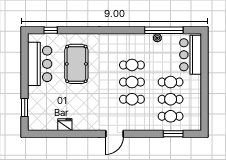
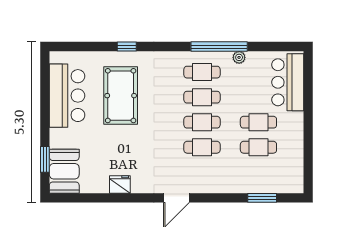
window: (51, 30) -> (127, 47), moved
window: (164, 30) -> (219, 47), moved
booth: (38, 116) -> (64, 171), added
cafe table: (171, 116) -> (202, 72), moved
fridge: (65, 125) -> (120, 185), moved

